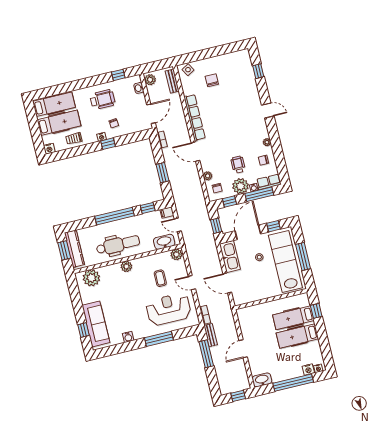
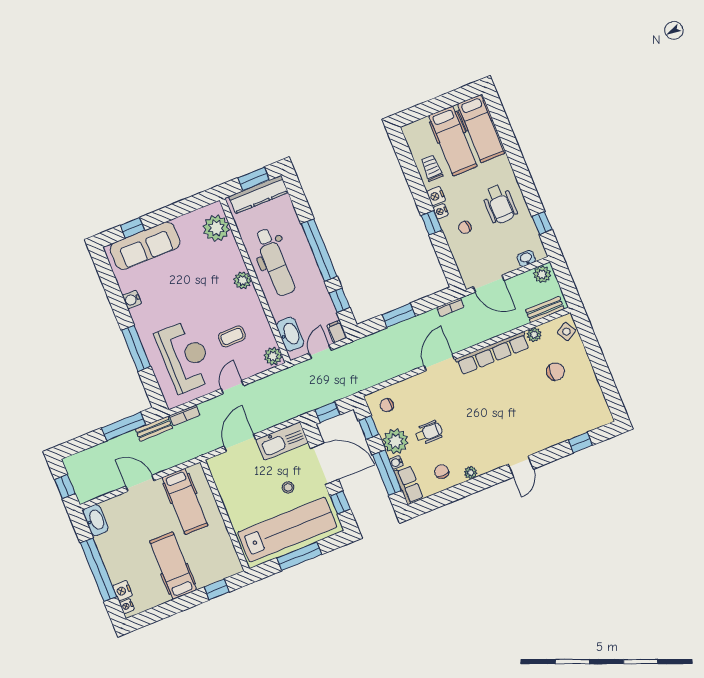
nightstand: (49, 149) -> (436, 196), moved
plant: (208, 176) -> (534, 335), moved
hospital bed: (293, 318) -> (185, 501), moved, turned 180

